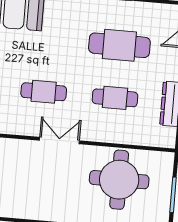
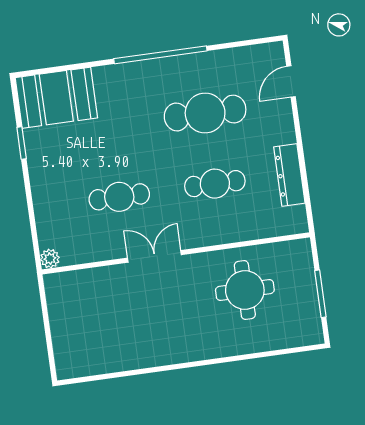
round table: (119, 180) -> (245, 290), width x0.73, depth x0.73

